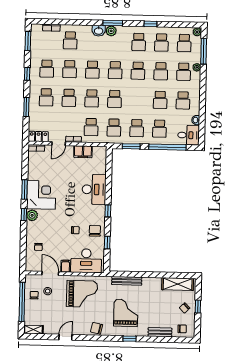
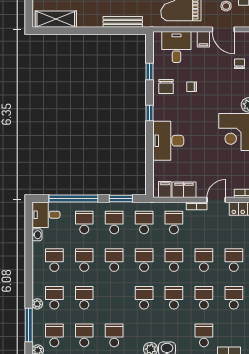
school desk: (138, 71) -> (114, 260), moved
filing cabinet: (97, 152) -> (165, 190), added
desk: (86, 261) -> (176, 47), width x0.73

